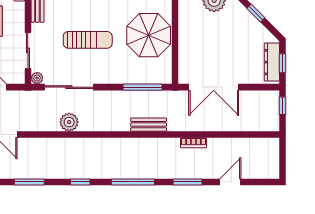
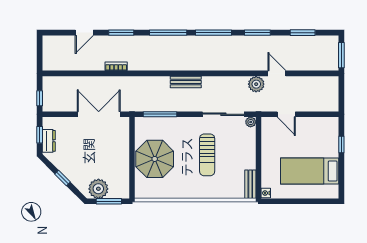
sun lounger: (88, 40) -> (207, 155), turned -90
sliding door: (28, 50) -> (258, 146), removed
dresser: (272, 62) -> (49, 141), width x0.70
plant: (69, 122) -> (256, 84), moved
bench: (149, 125) -> (186, 82), moved
window: (80, 182) -> (214, 33), width x2.17

